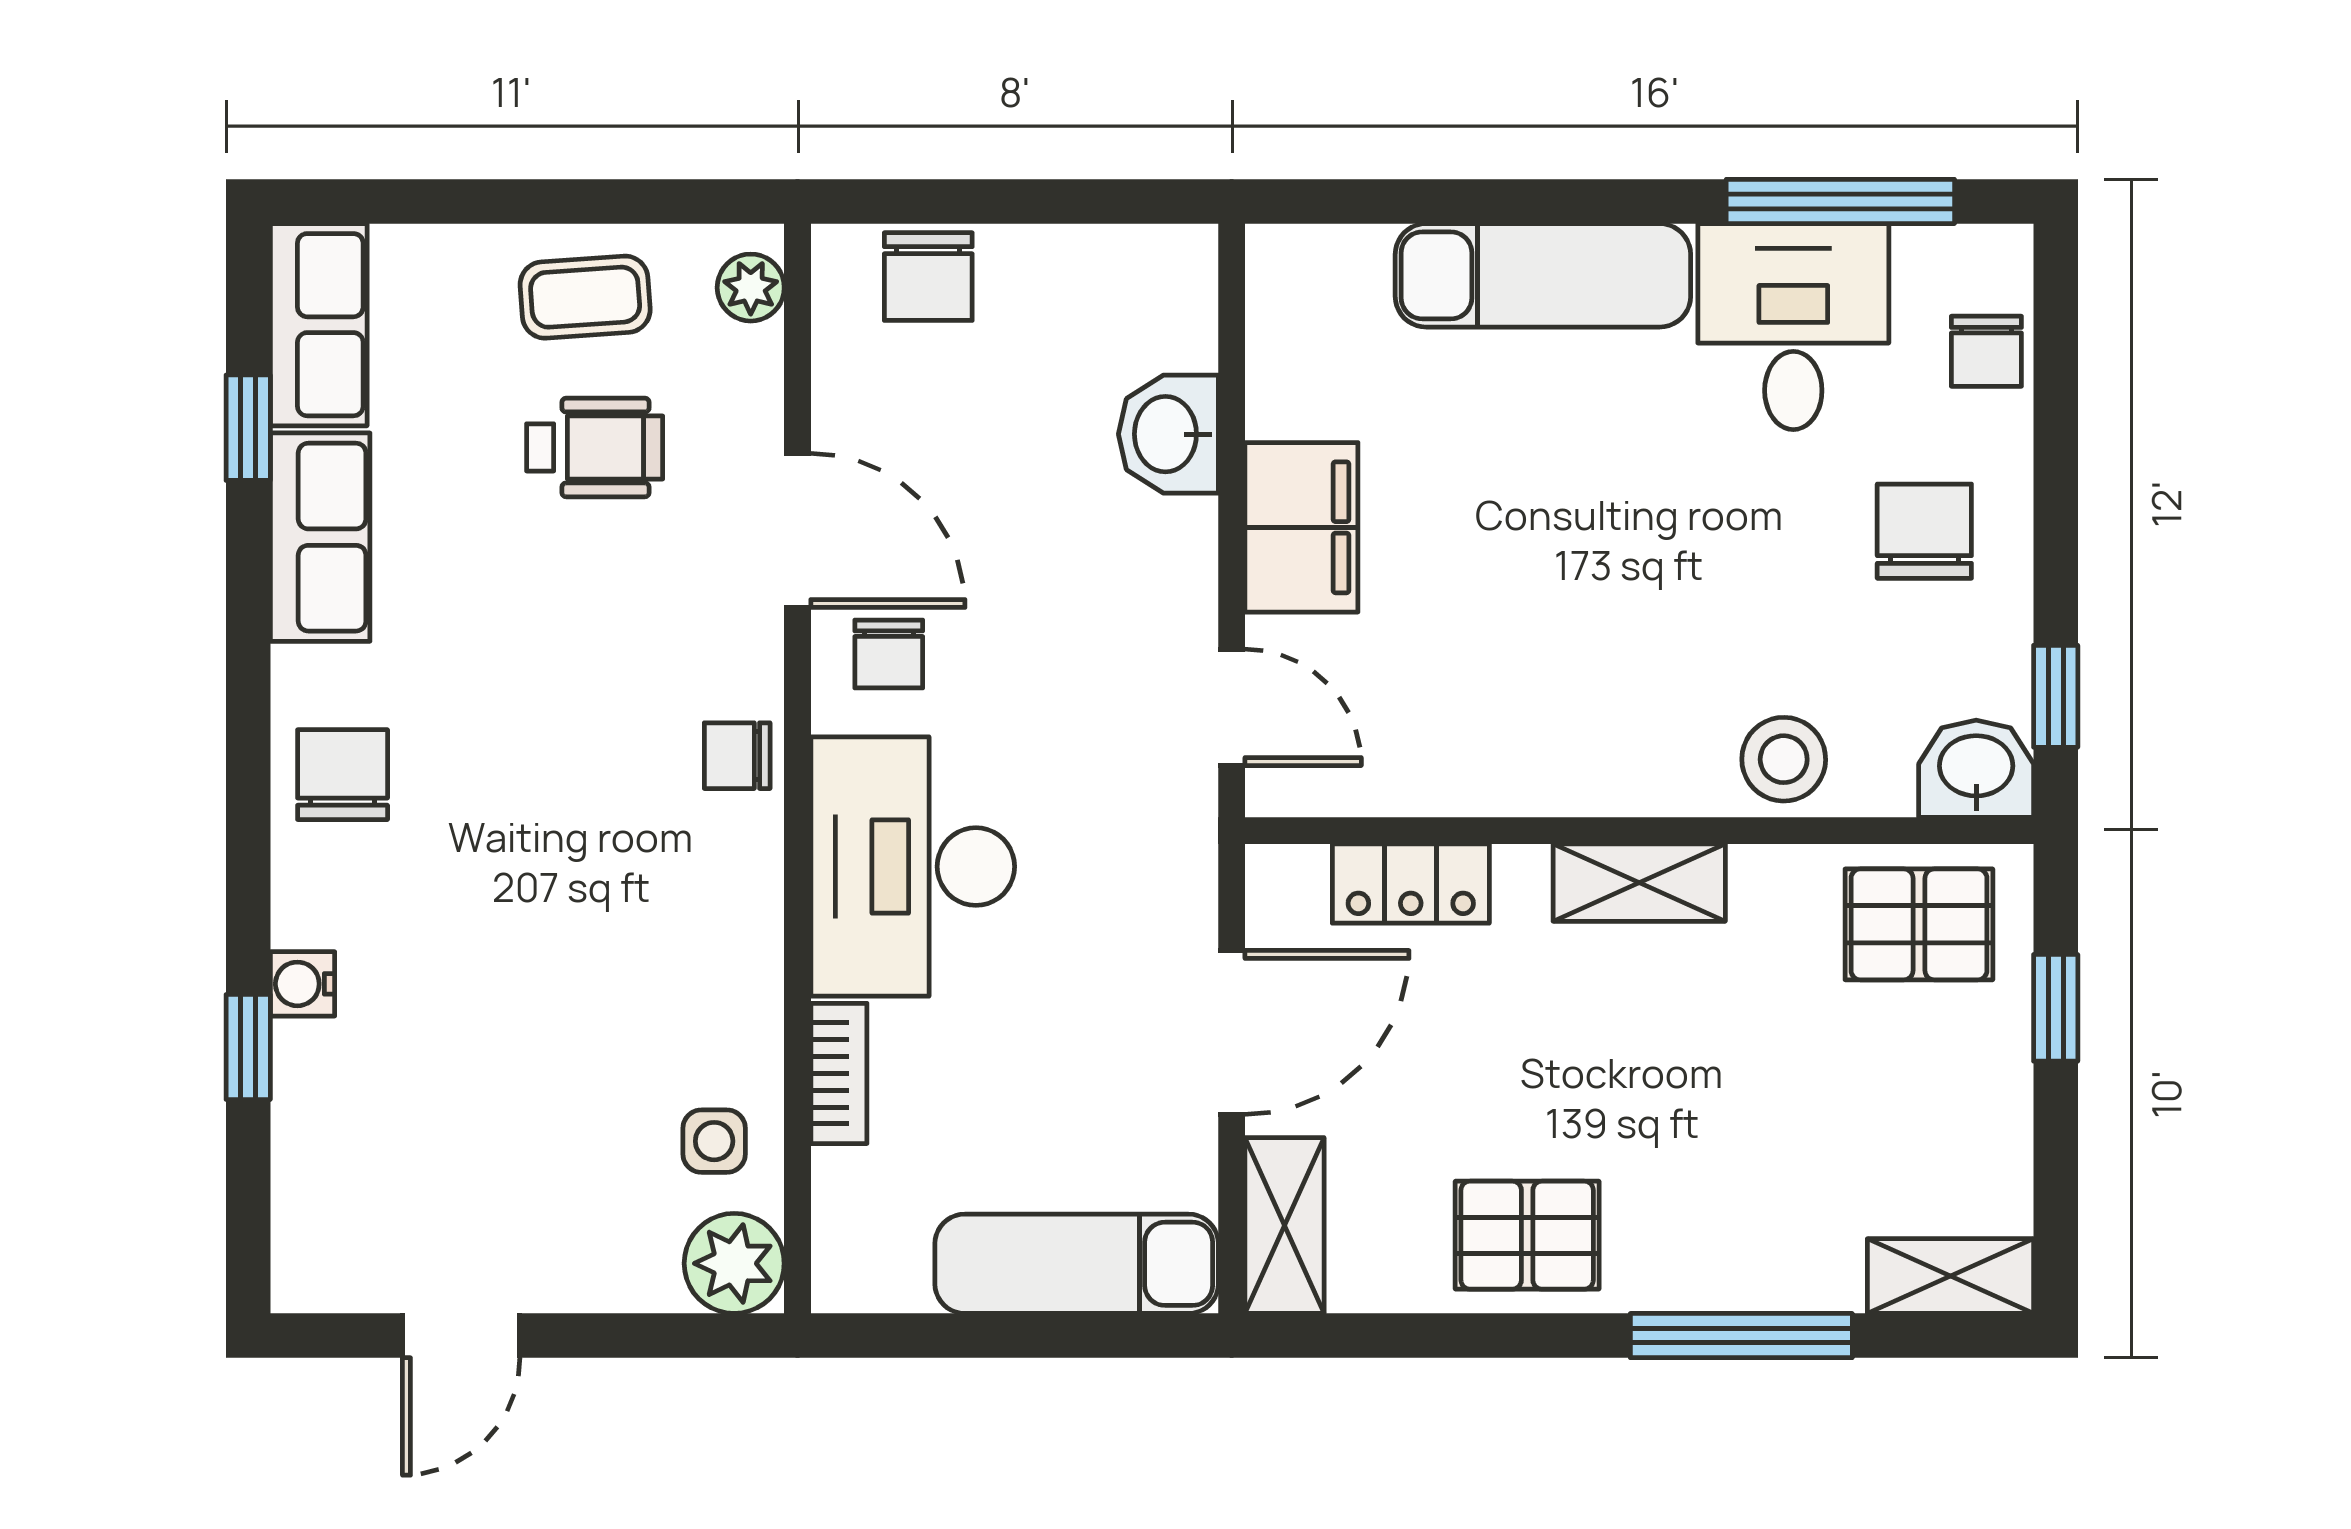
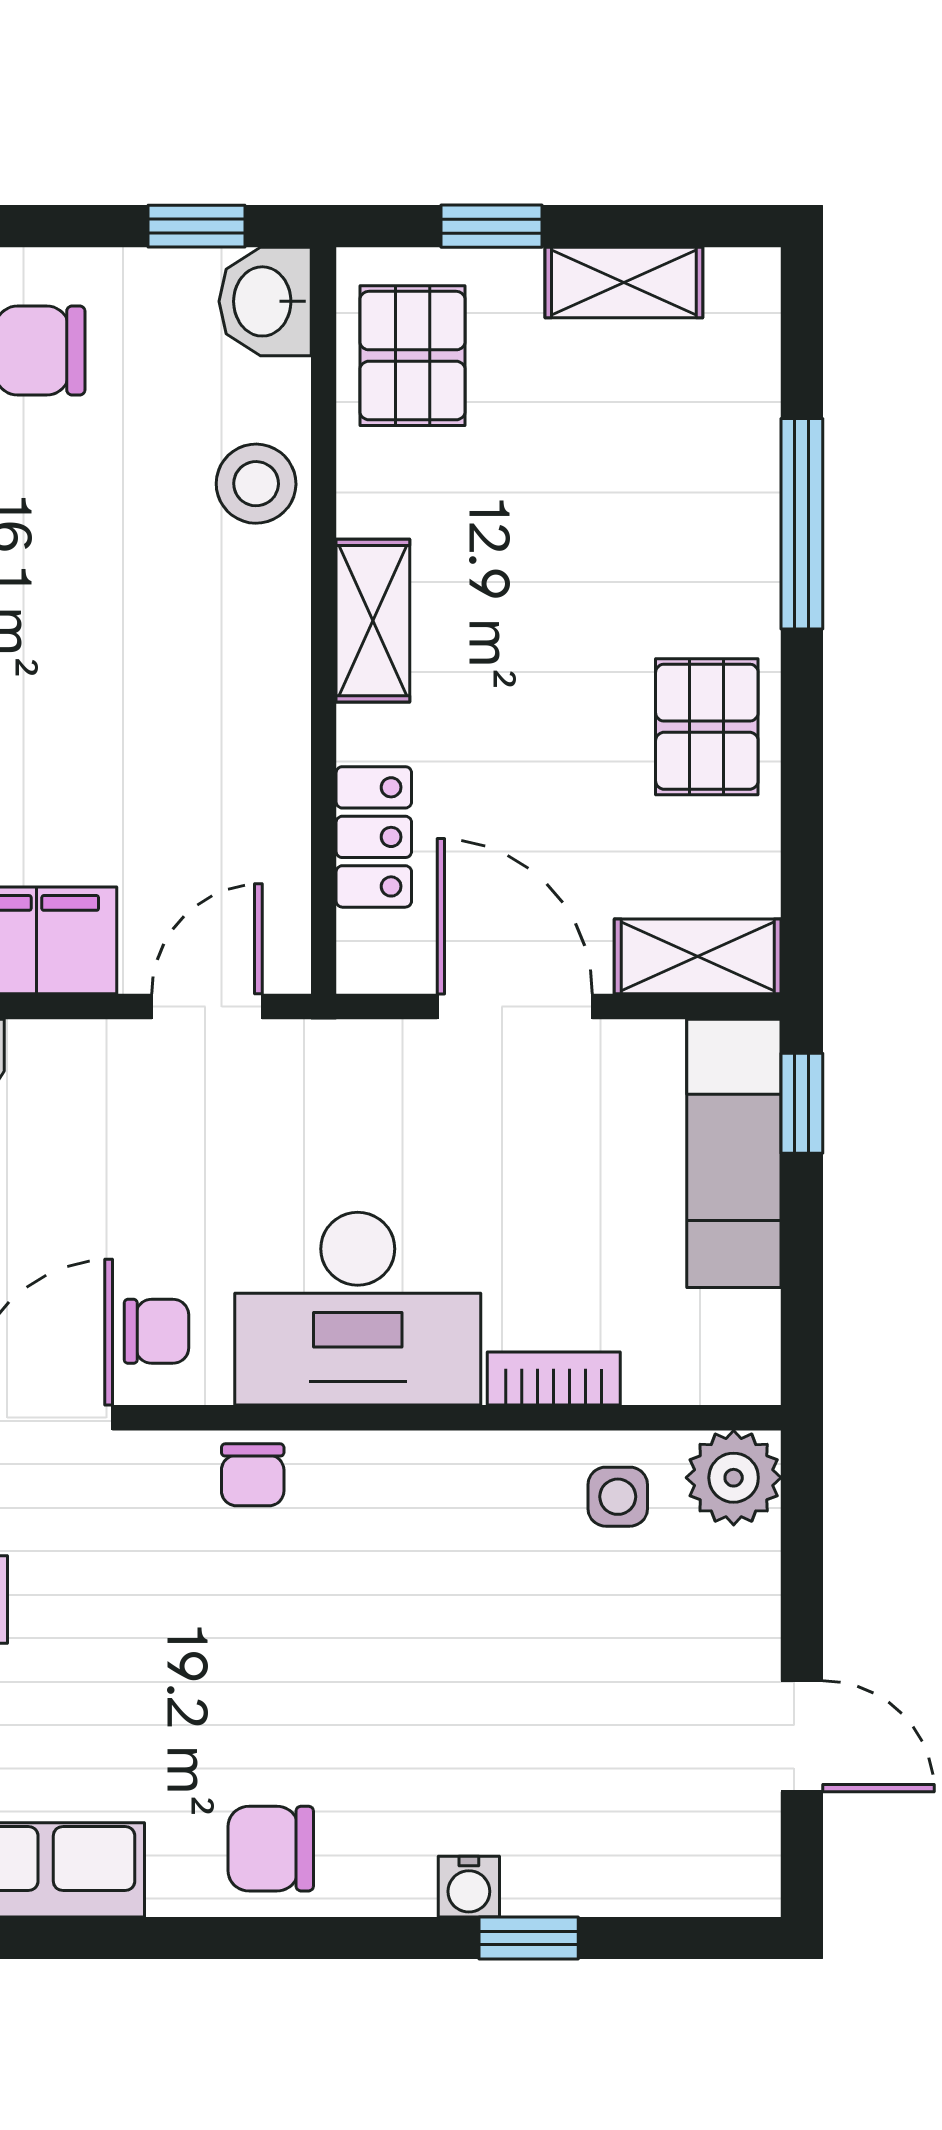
shelving: (1950, 1276) -> (624, 282), moved, turned 90
window: (1129, 1336) -> (802, 1103), added

